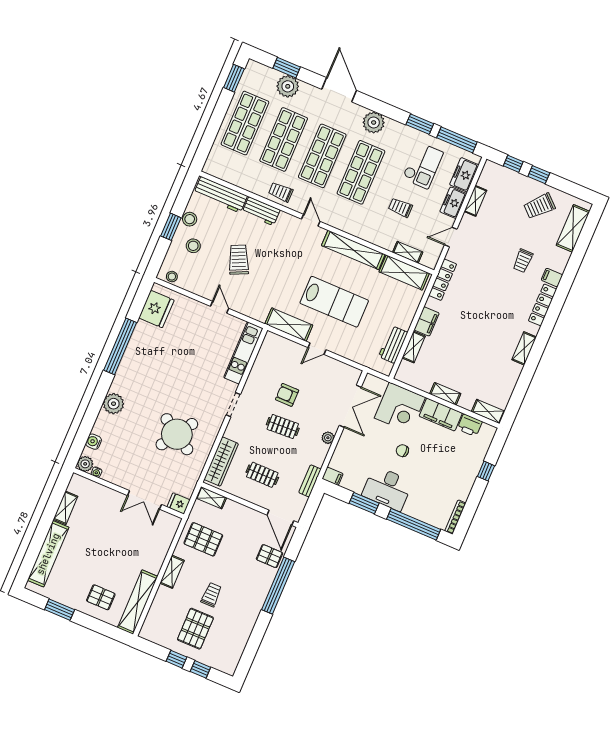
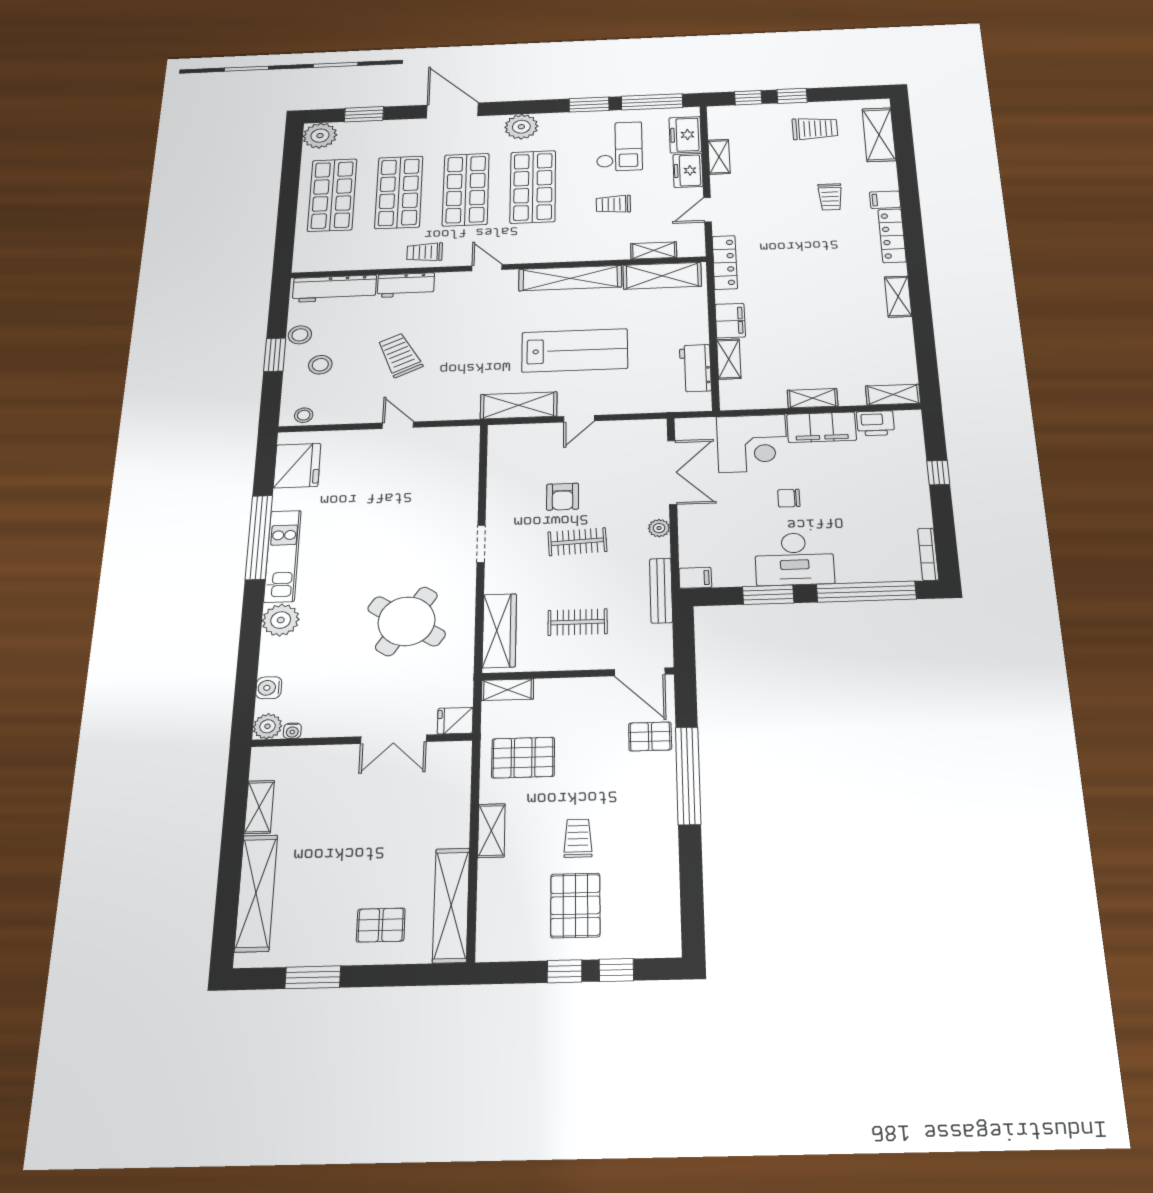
window: (234, 78) -> (292, 153), removed
plant: (288, 86) -> (320, 136), moved
trolley: (539, 206) -> (815, 129), turned -133
kitchen unit: (243, 353) -> (283, 556), moved, turned 180
armchair: (287, 395) -> (563, 497), turned -90
bench: (310, 481) -> (661, 591), width x1.36

